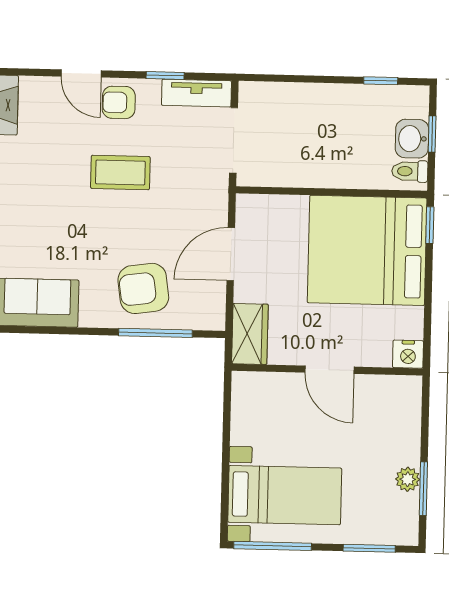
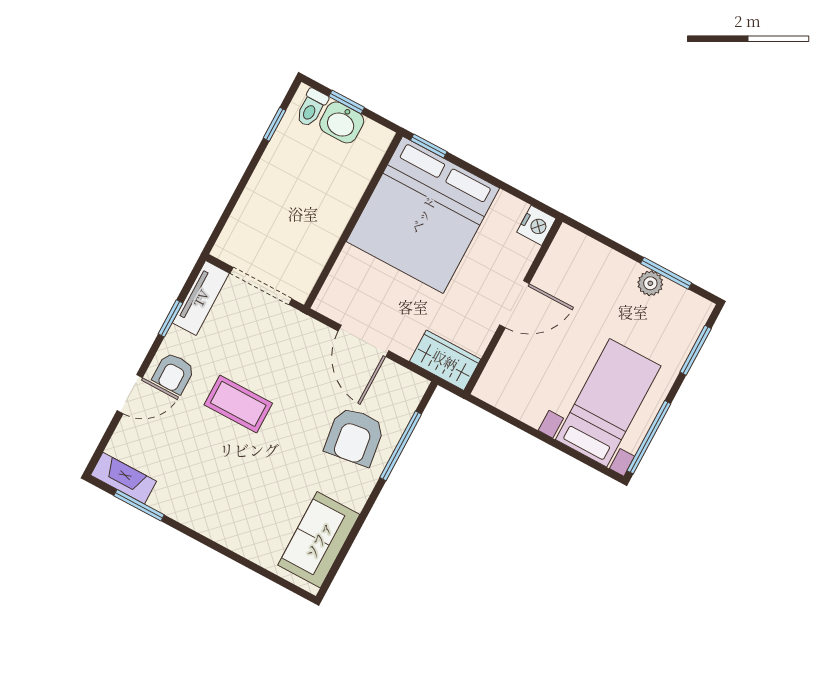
toilet: (410, 171) -> (312, 108), moved
coffee table: (120, 172) -> (238, 404), turned 90

